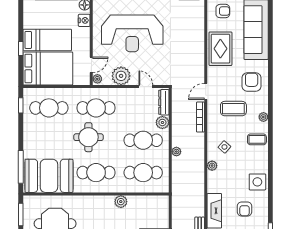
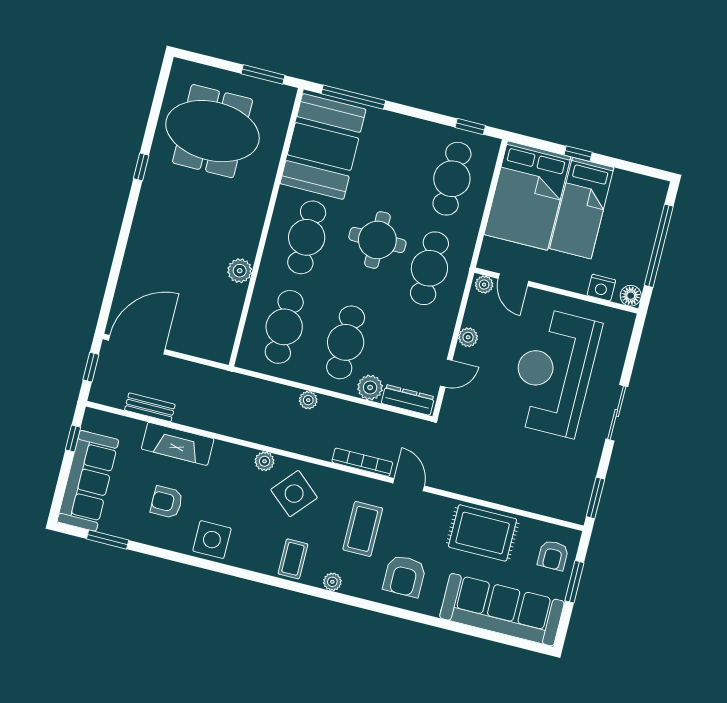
plant: (121, 76) -> (468, 337), width x0.53, depth x0.53
armchair: (252, 82) -> (404, 576), turned 90
side table: (224, 147) -> (294, 494), width x1.87, depth x1.87

